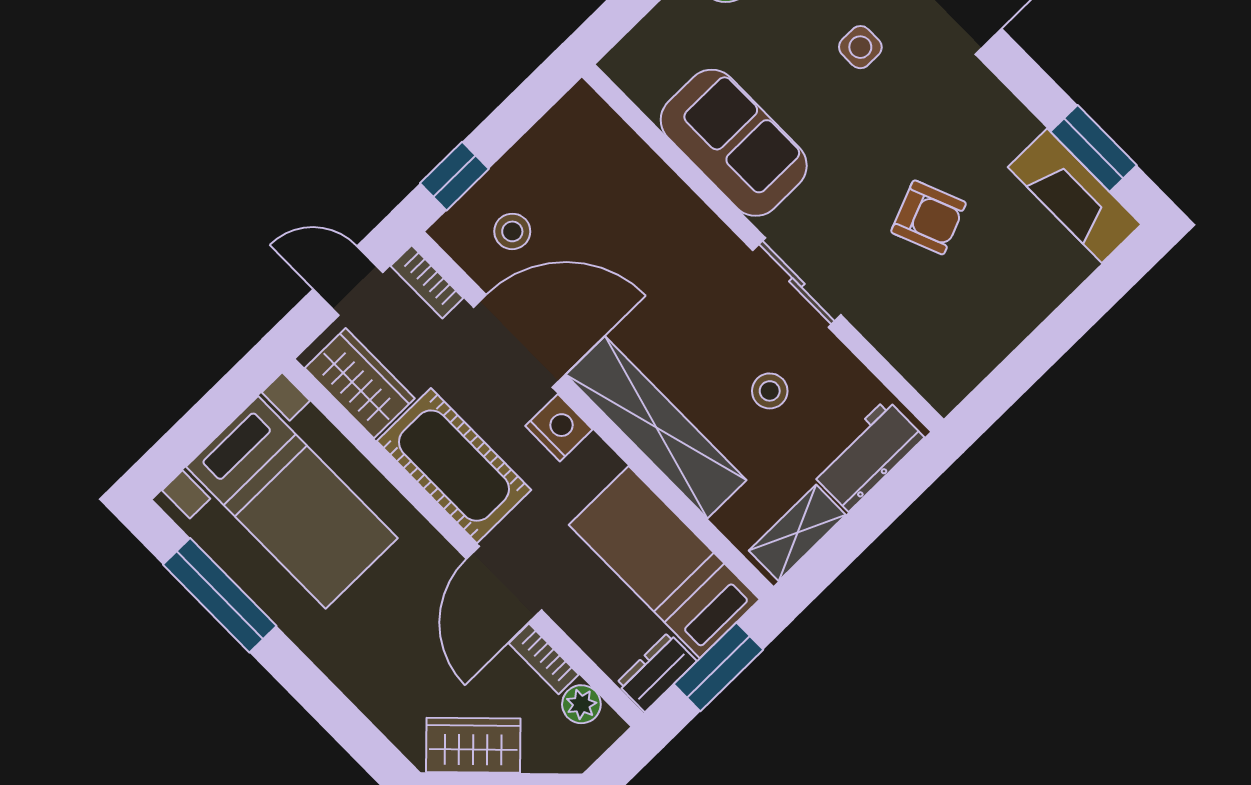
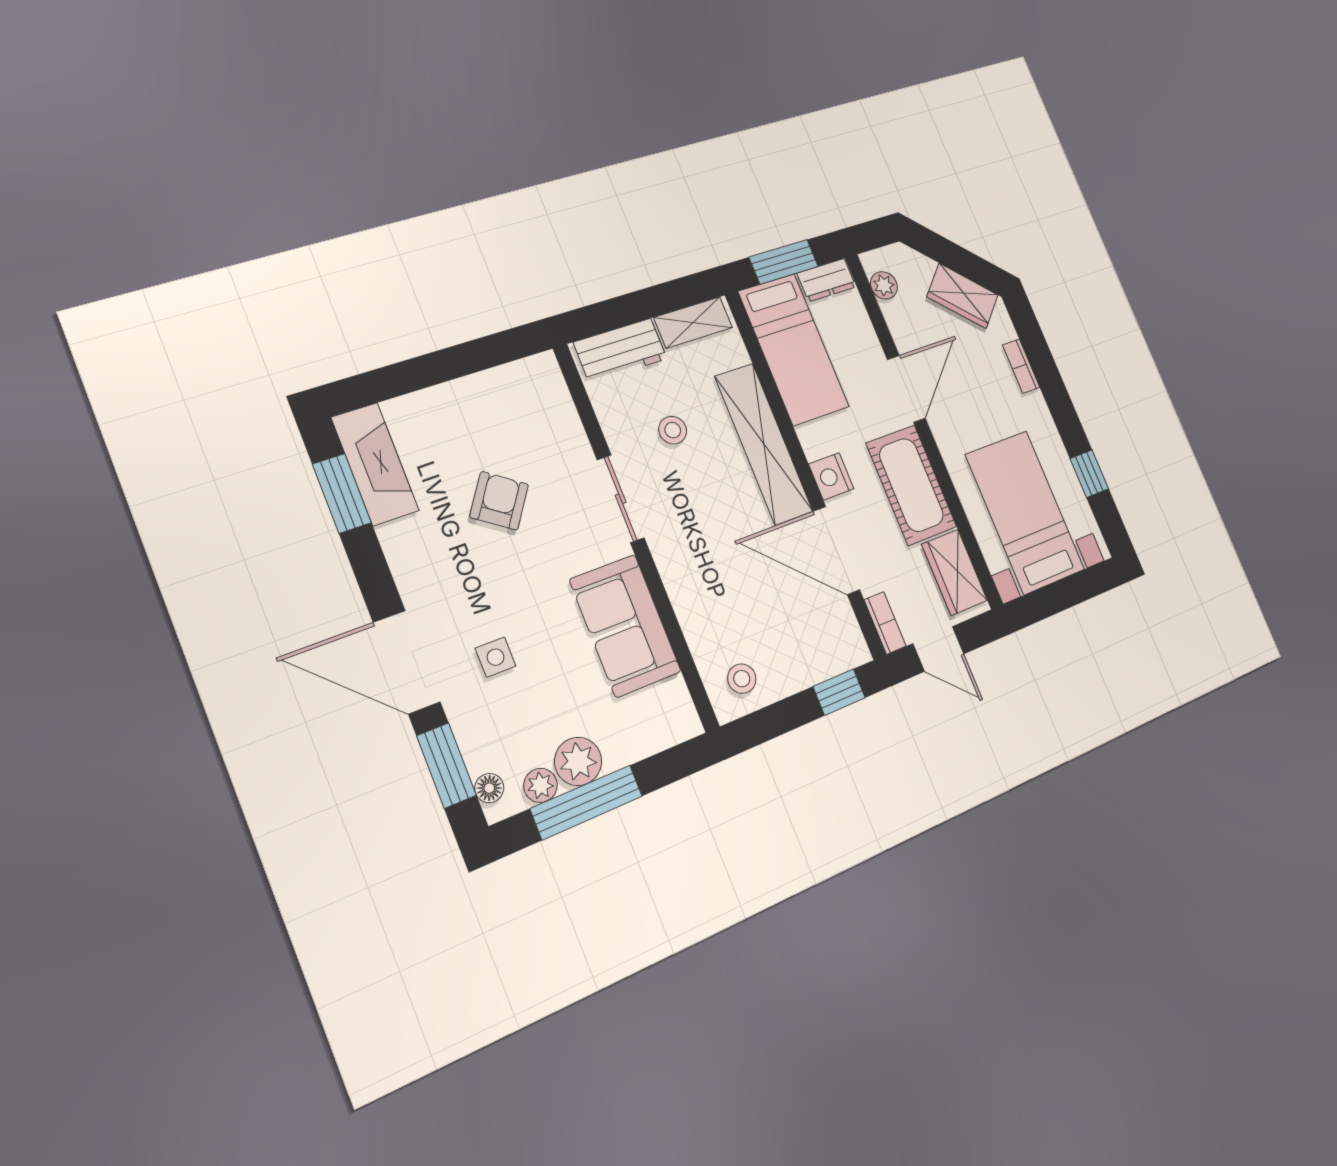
armchair: (929, 217) -> (499, 501), turned 57
stool: (512, 231) -> (742, 679), moved
window: (220, 595) -> (1089, 474), width x0.46
bookcase: (544, 659) -> (1021, 366), moved, turned 180

